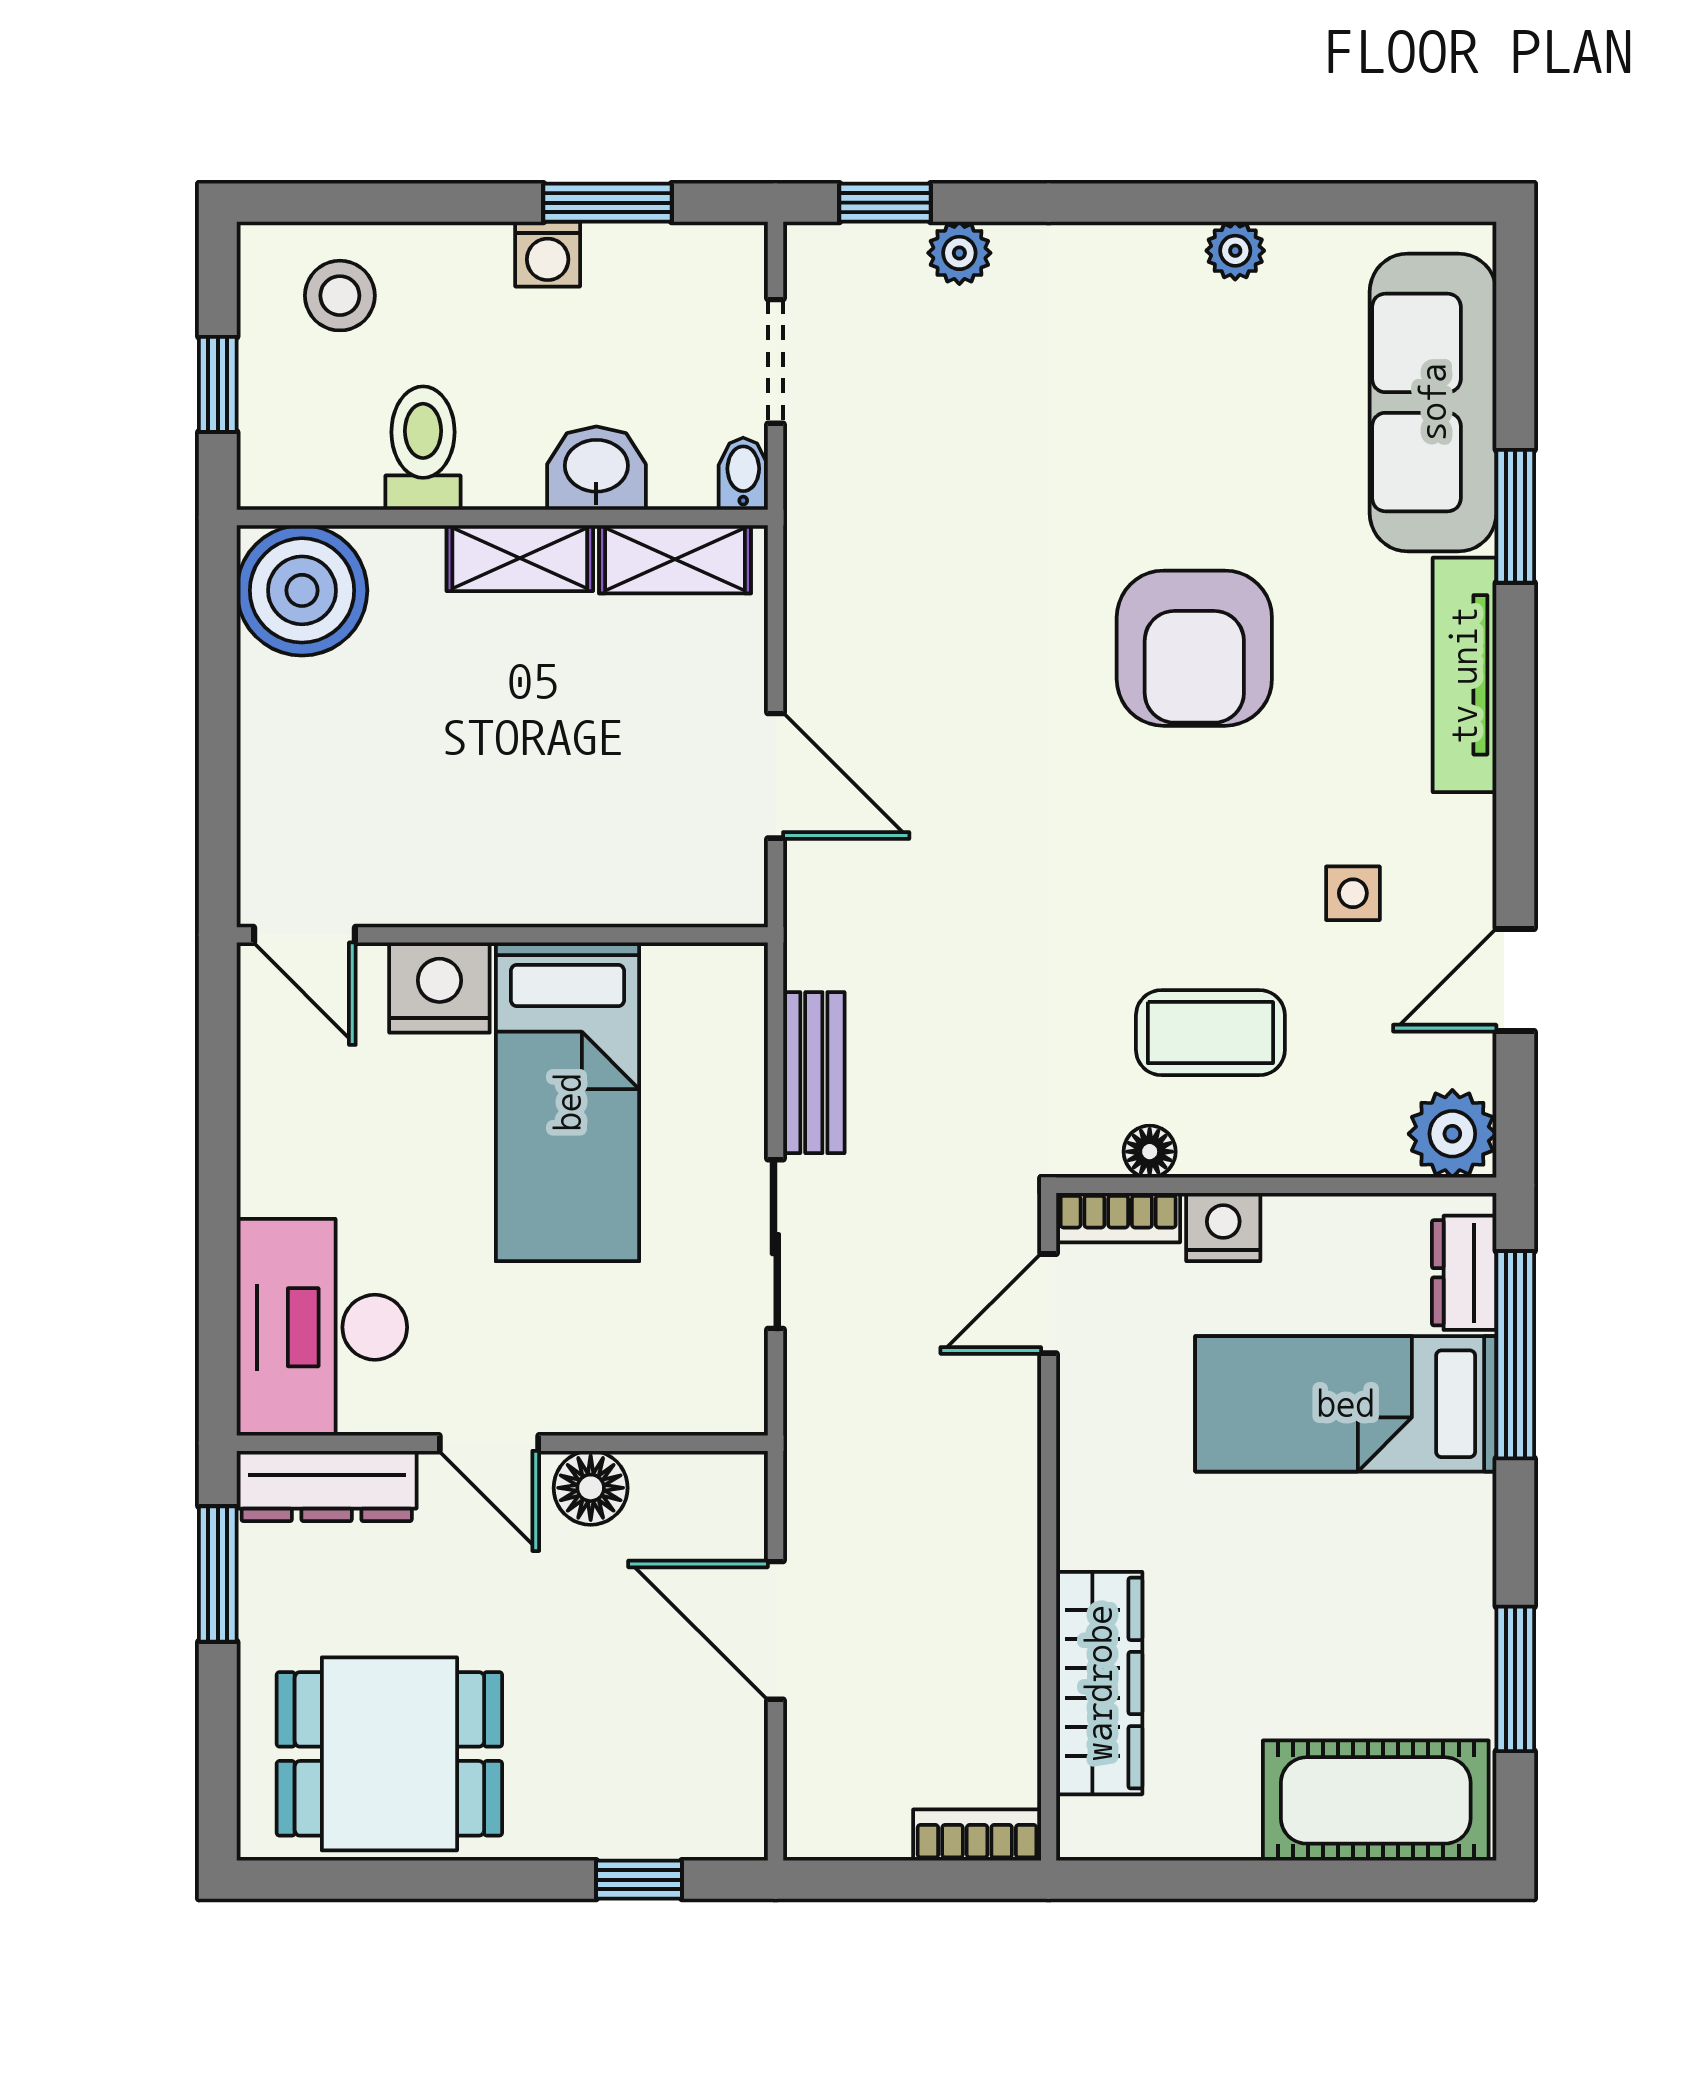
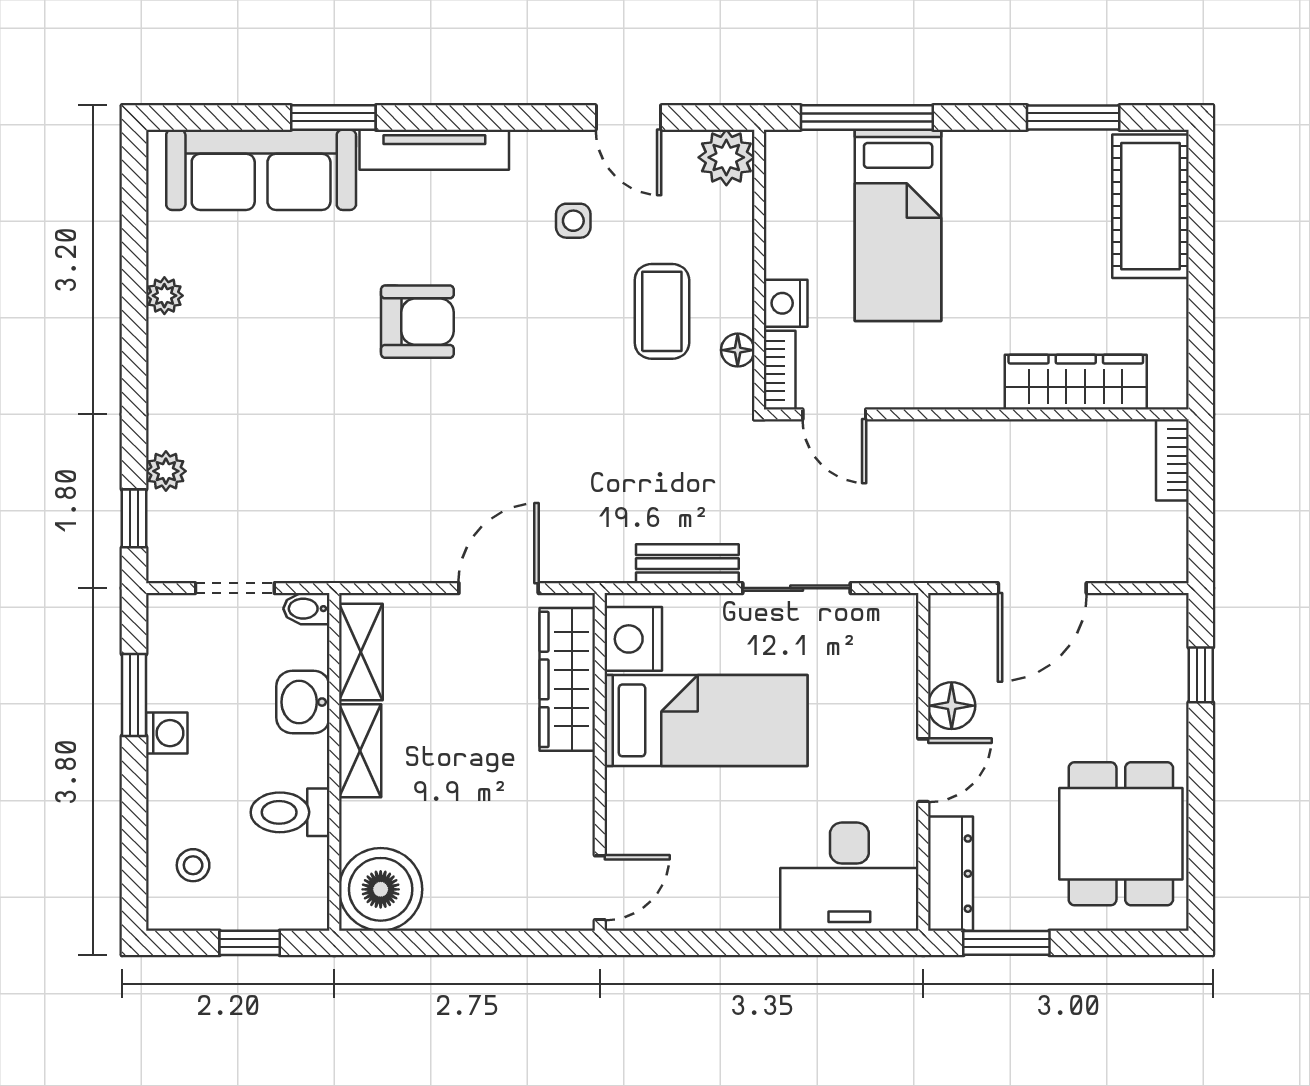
stool: (340, 296) -> (193, 865), width x0.73, depth x0.73
armchair: (1194, 648) -> (417, 322), width x0.73, depth x0.73
wardrobe: (632, 884) -> (567, 679), added
nightstand: (439, 988) -> (633, 639), moved
dresser: (1464, 1273) -> (815, 150), removed

